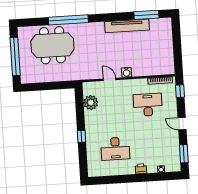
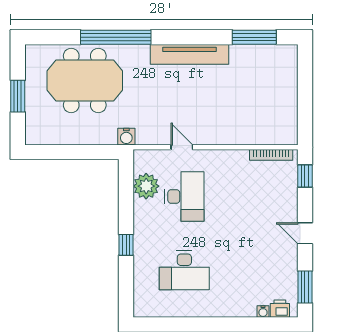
tv unit: (127, 26) -> (189, 54), moved
window: (15, 56) -> (18, 96), width x0.47
water cooler: (126, 72) -> (126, 137), moved
desk: (148, 105) -> (184, 196), moved, turned 90
printer: (141, 169) -> (280, 309), moved

